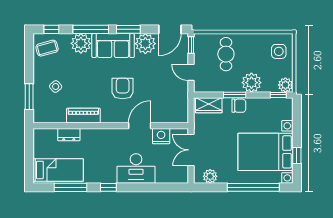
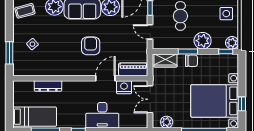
piano: (83, 116) -> (133, 69), moved
dresser: (69, 135) -> (48, 86), width x1.44

